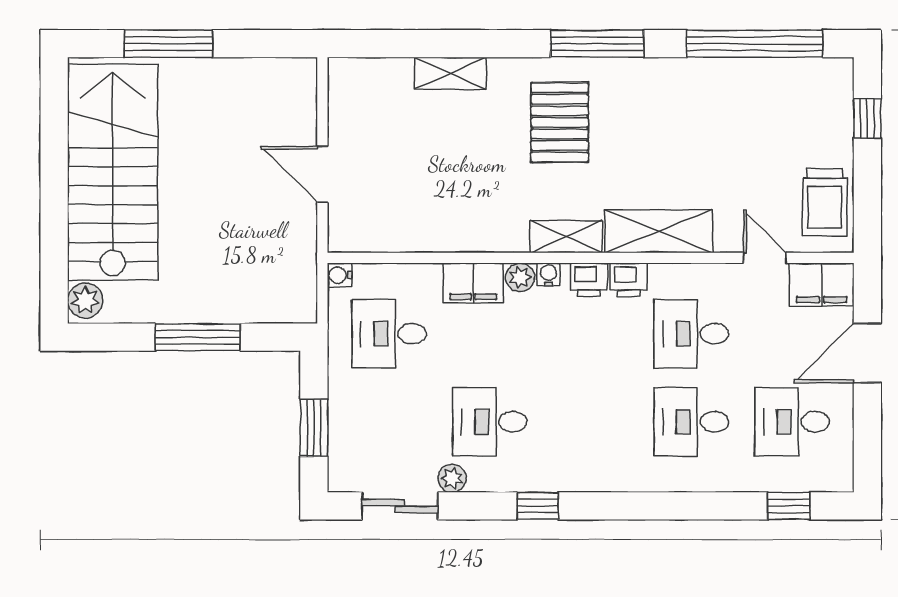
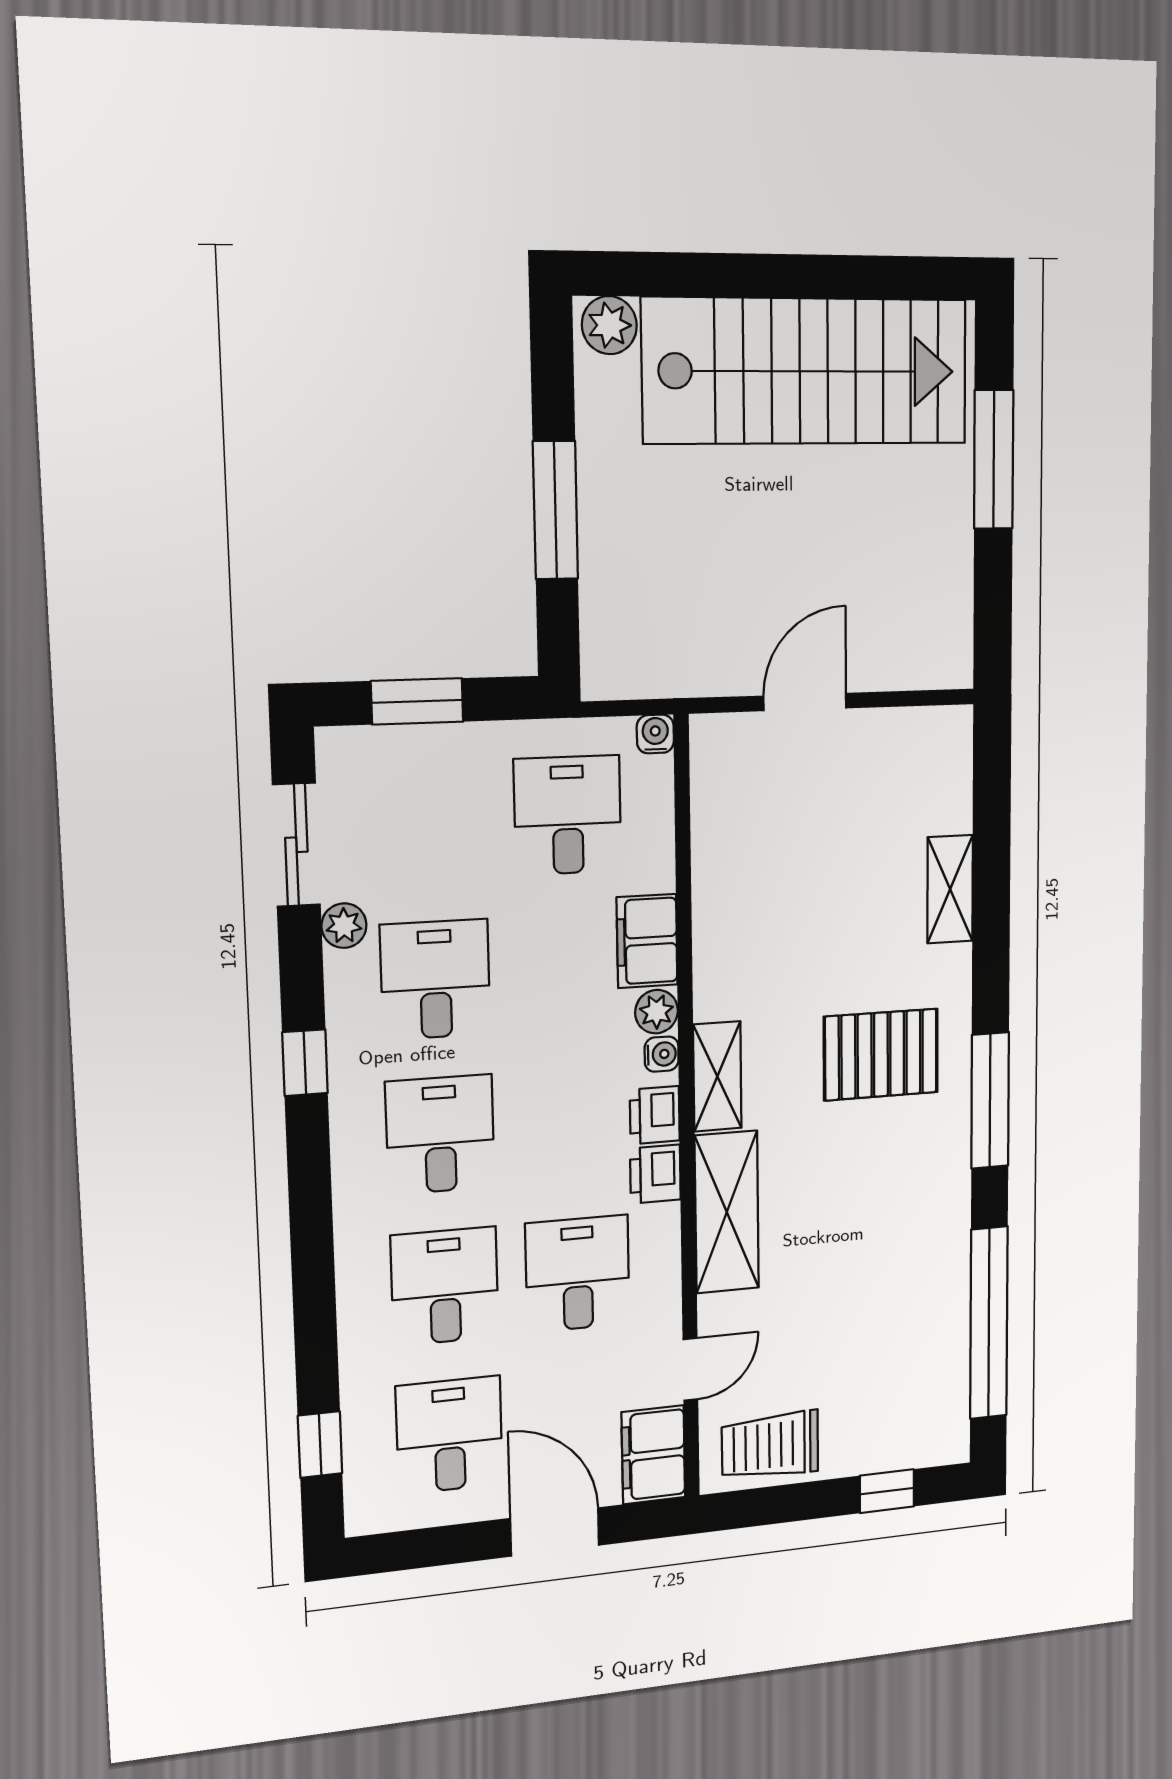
desk: (591, 422) -> (440, 1134), added

